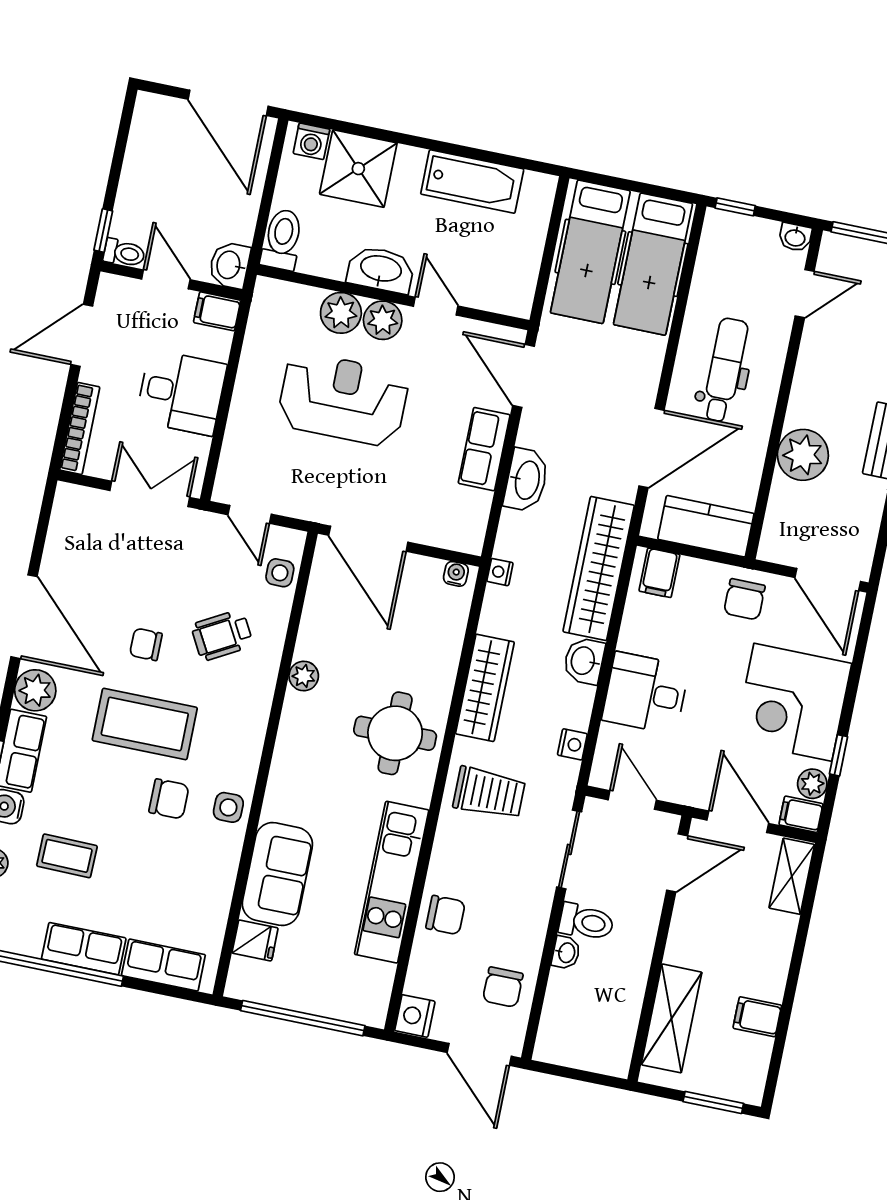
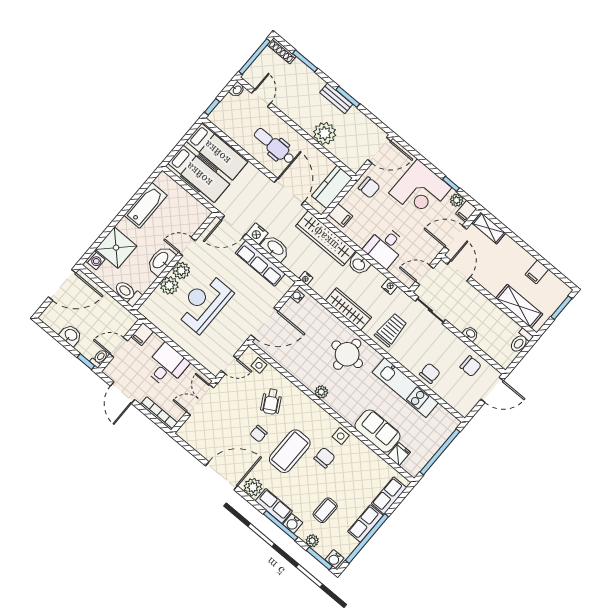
washbasin: (229, 265) -> (71, 335), moved, turned 180
row of seats: (484, 449) -> (260, 263), width x1.48
plant: (304, 676) -> (321, 392), moved
toilet: (586, 922) -> (521, 341), moved, turned 180
nightstand: (415, 1016) -> (257, 234), moved

